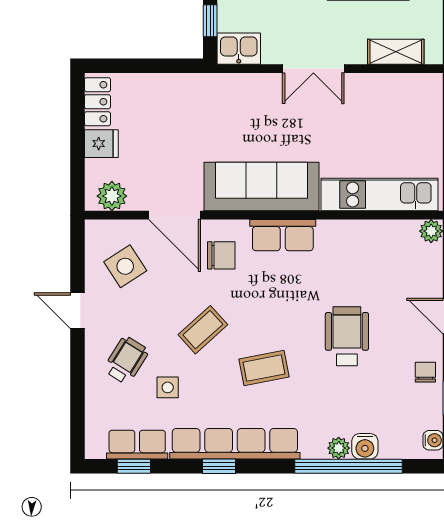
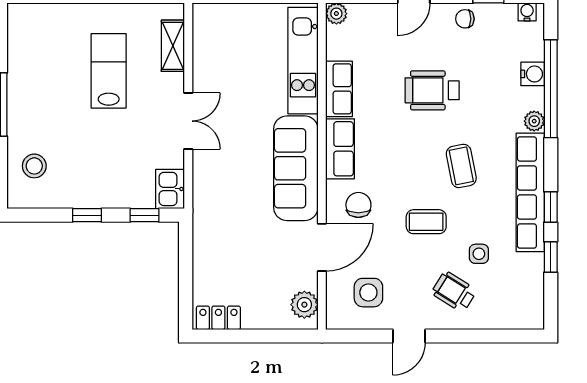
fridge: (101, 144) -> (257, 314), removed
side table: (125, 266) -> (368, 293), turned 33
coffee table: (203, 330) -> (426, 222), turned -48
row of seats: (137, 445) -> (339, 89), moved, turned 180
plant: (339, 448) -> (534, 121), moved
window: (134, 466) -> (551, 257), moved

